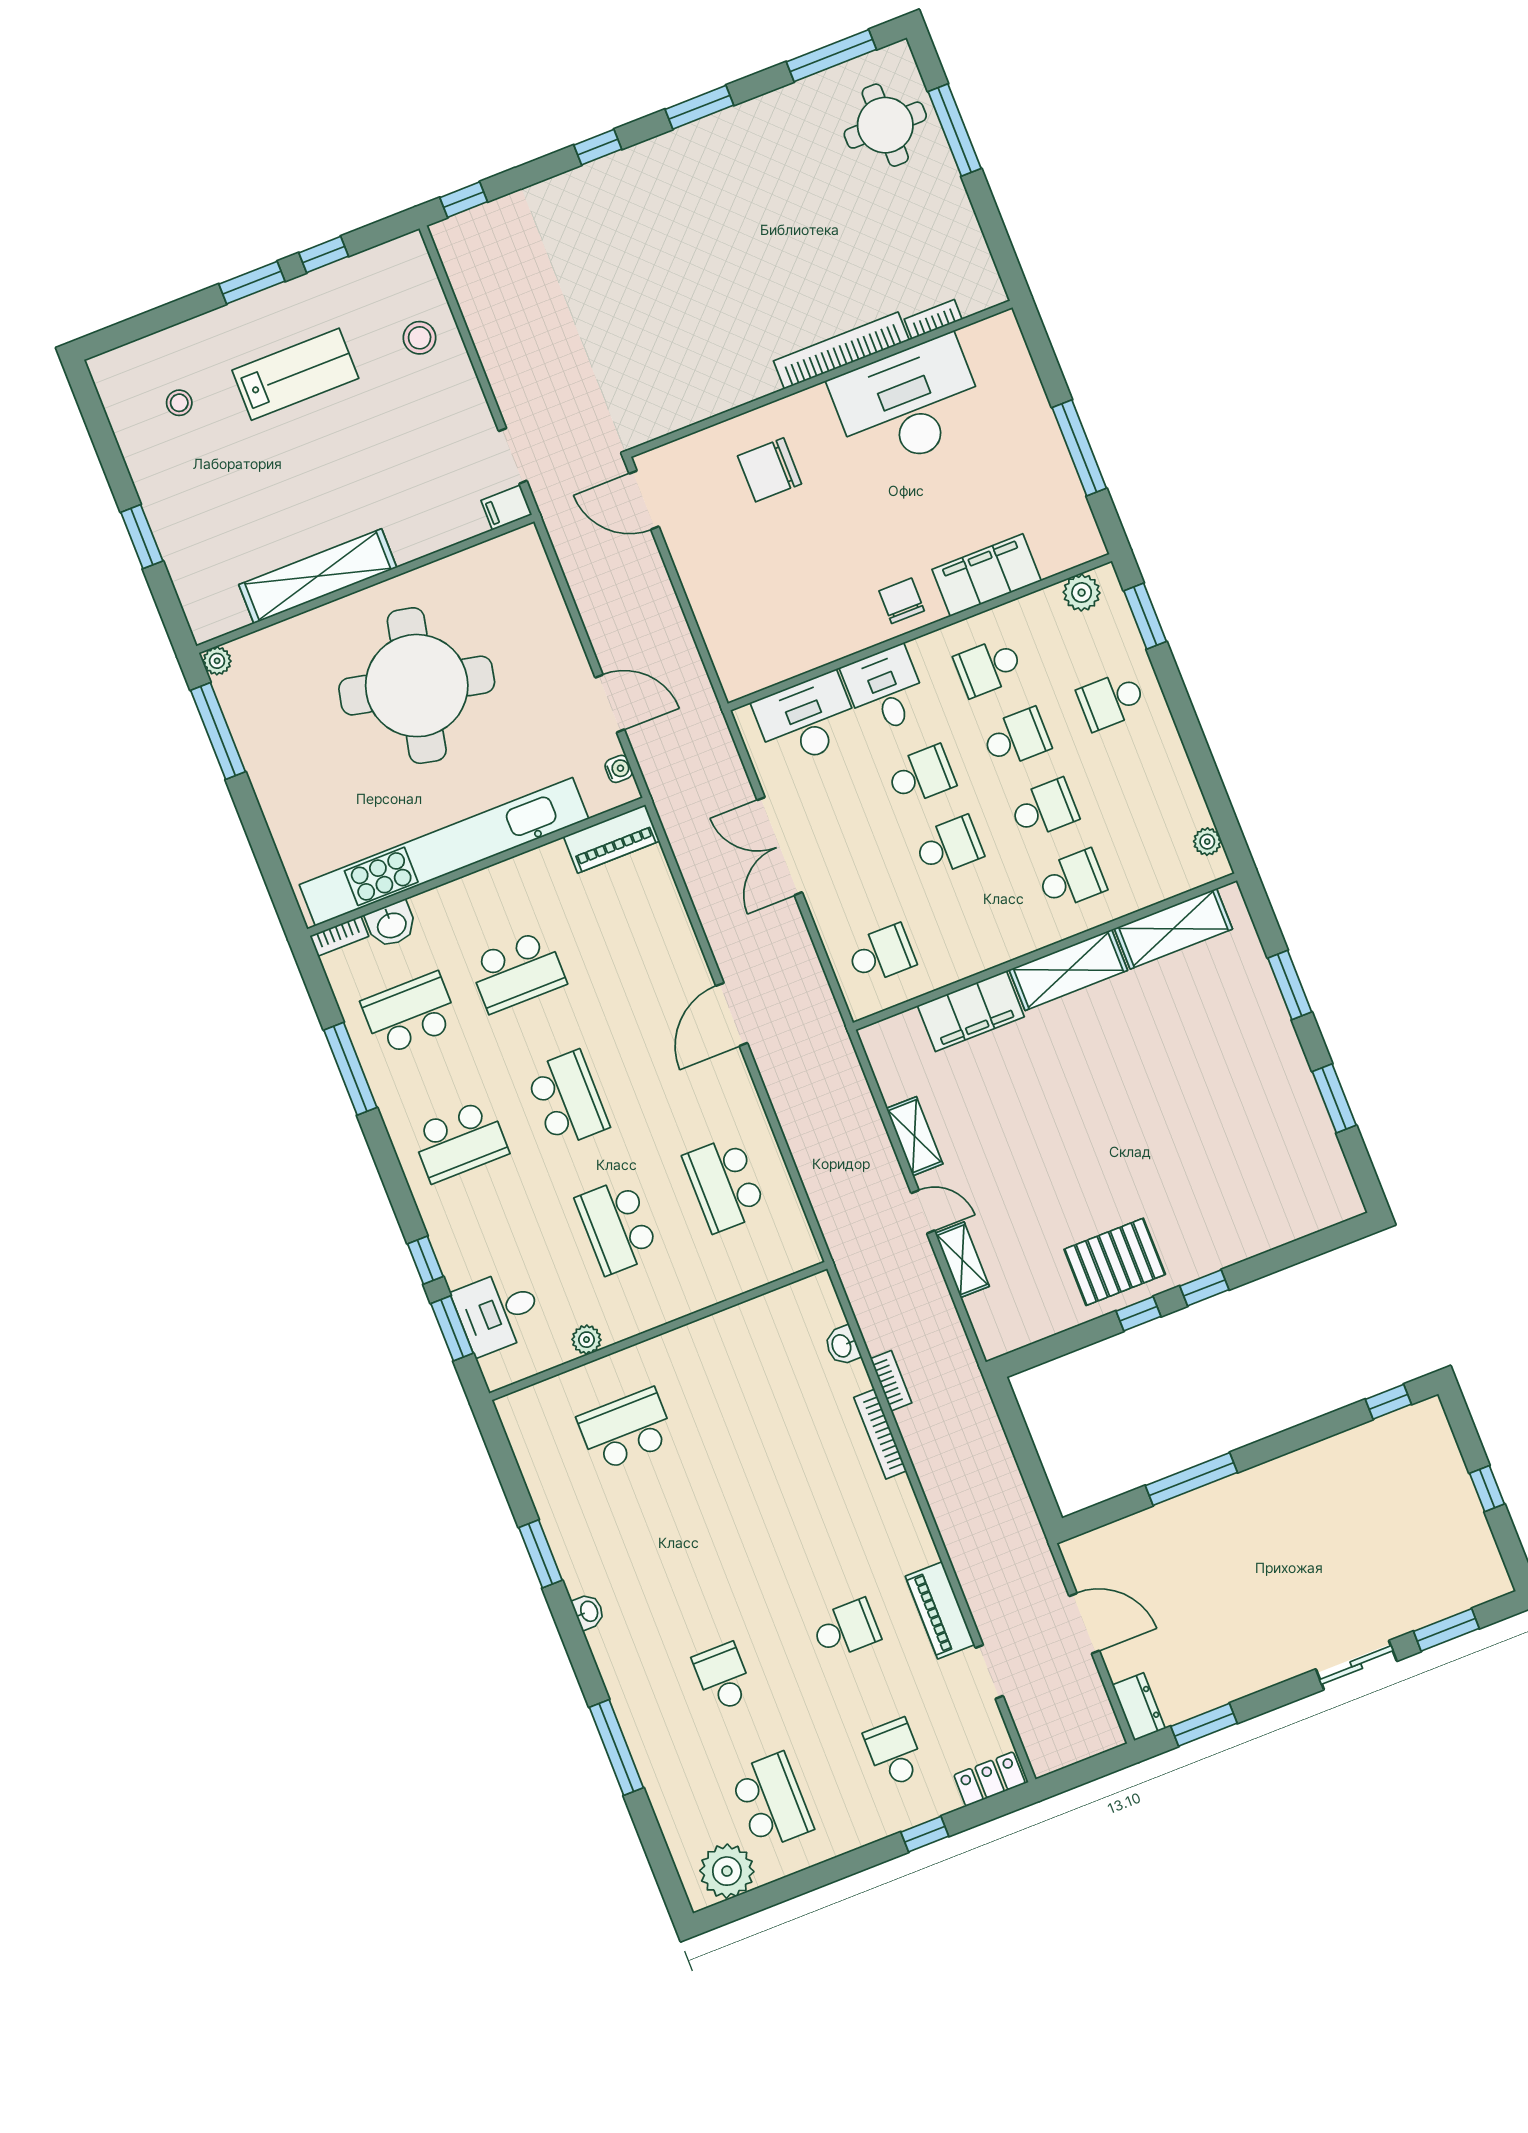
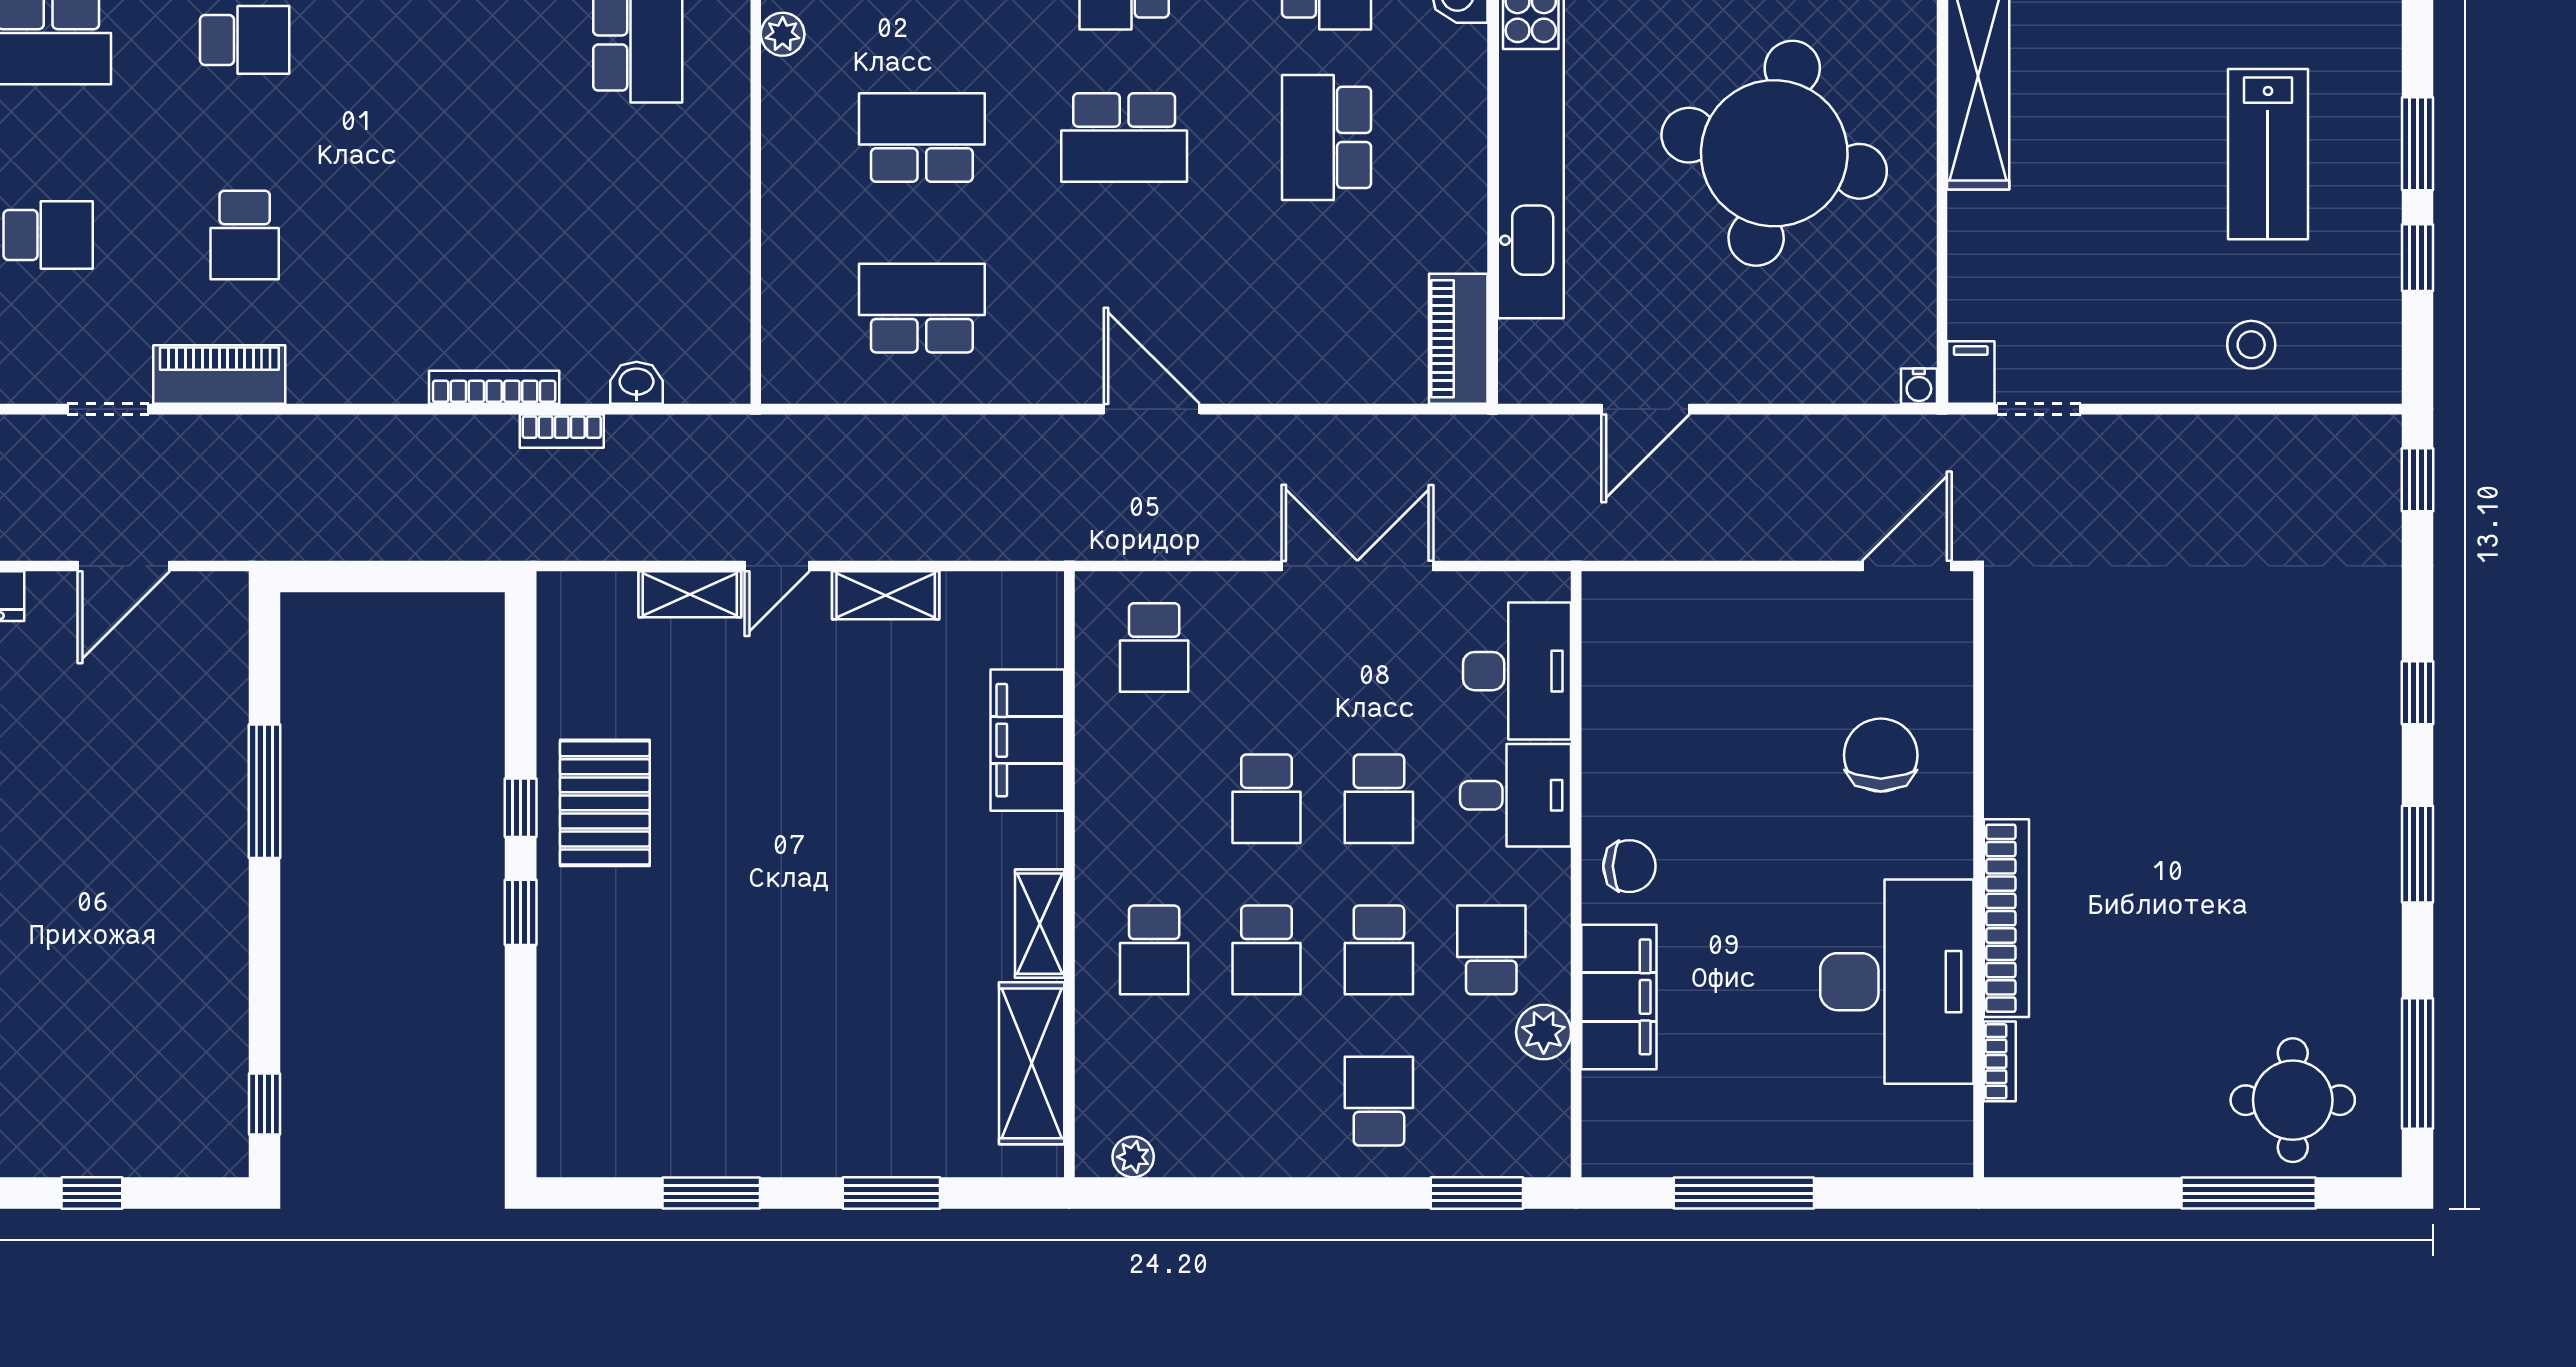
plant: (1082, 593) -> (1544, 1032), moved
water cooler: (619, 769) -> (1919, 386), moved
shelving: (1068, 970) -> (1040, 924), width x0.67, depth x0.75

